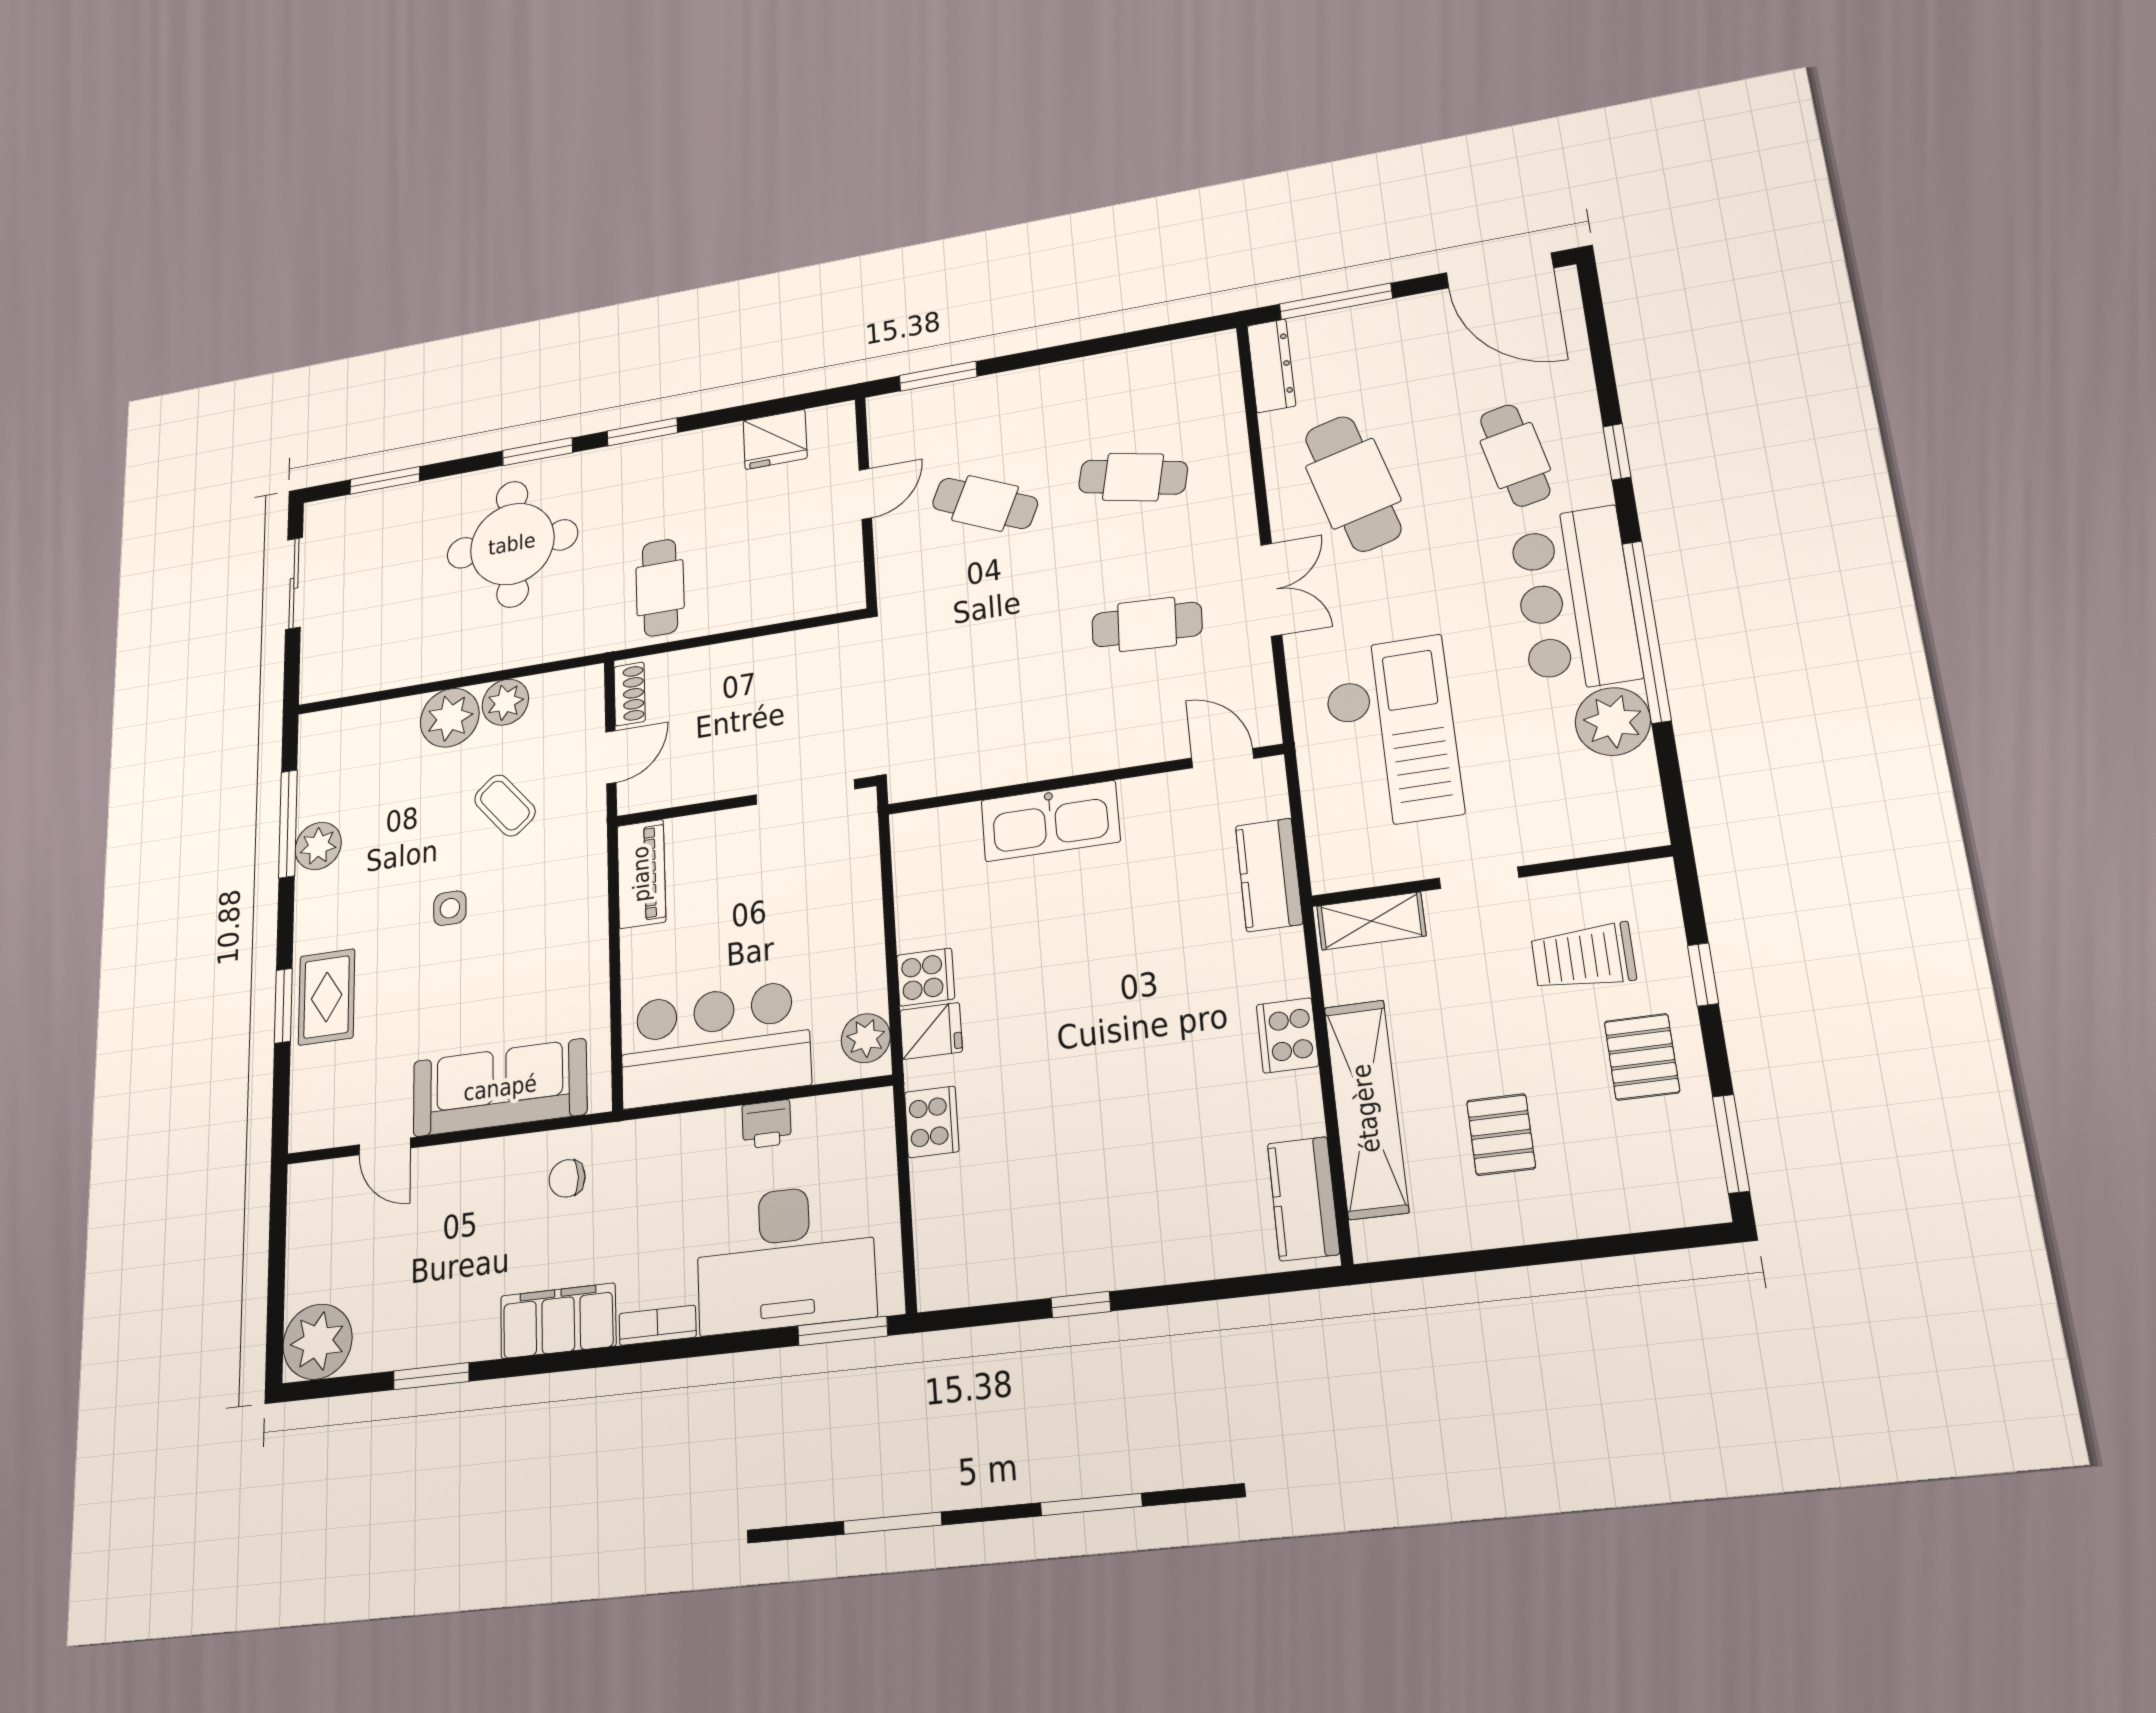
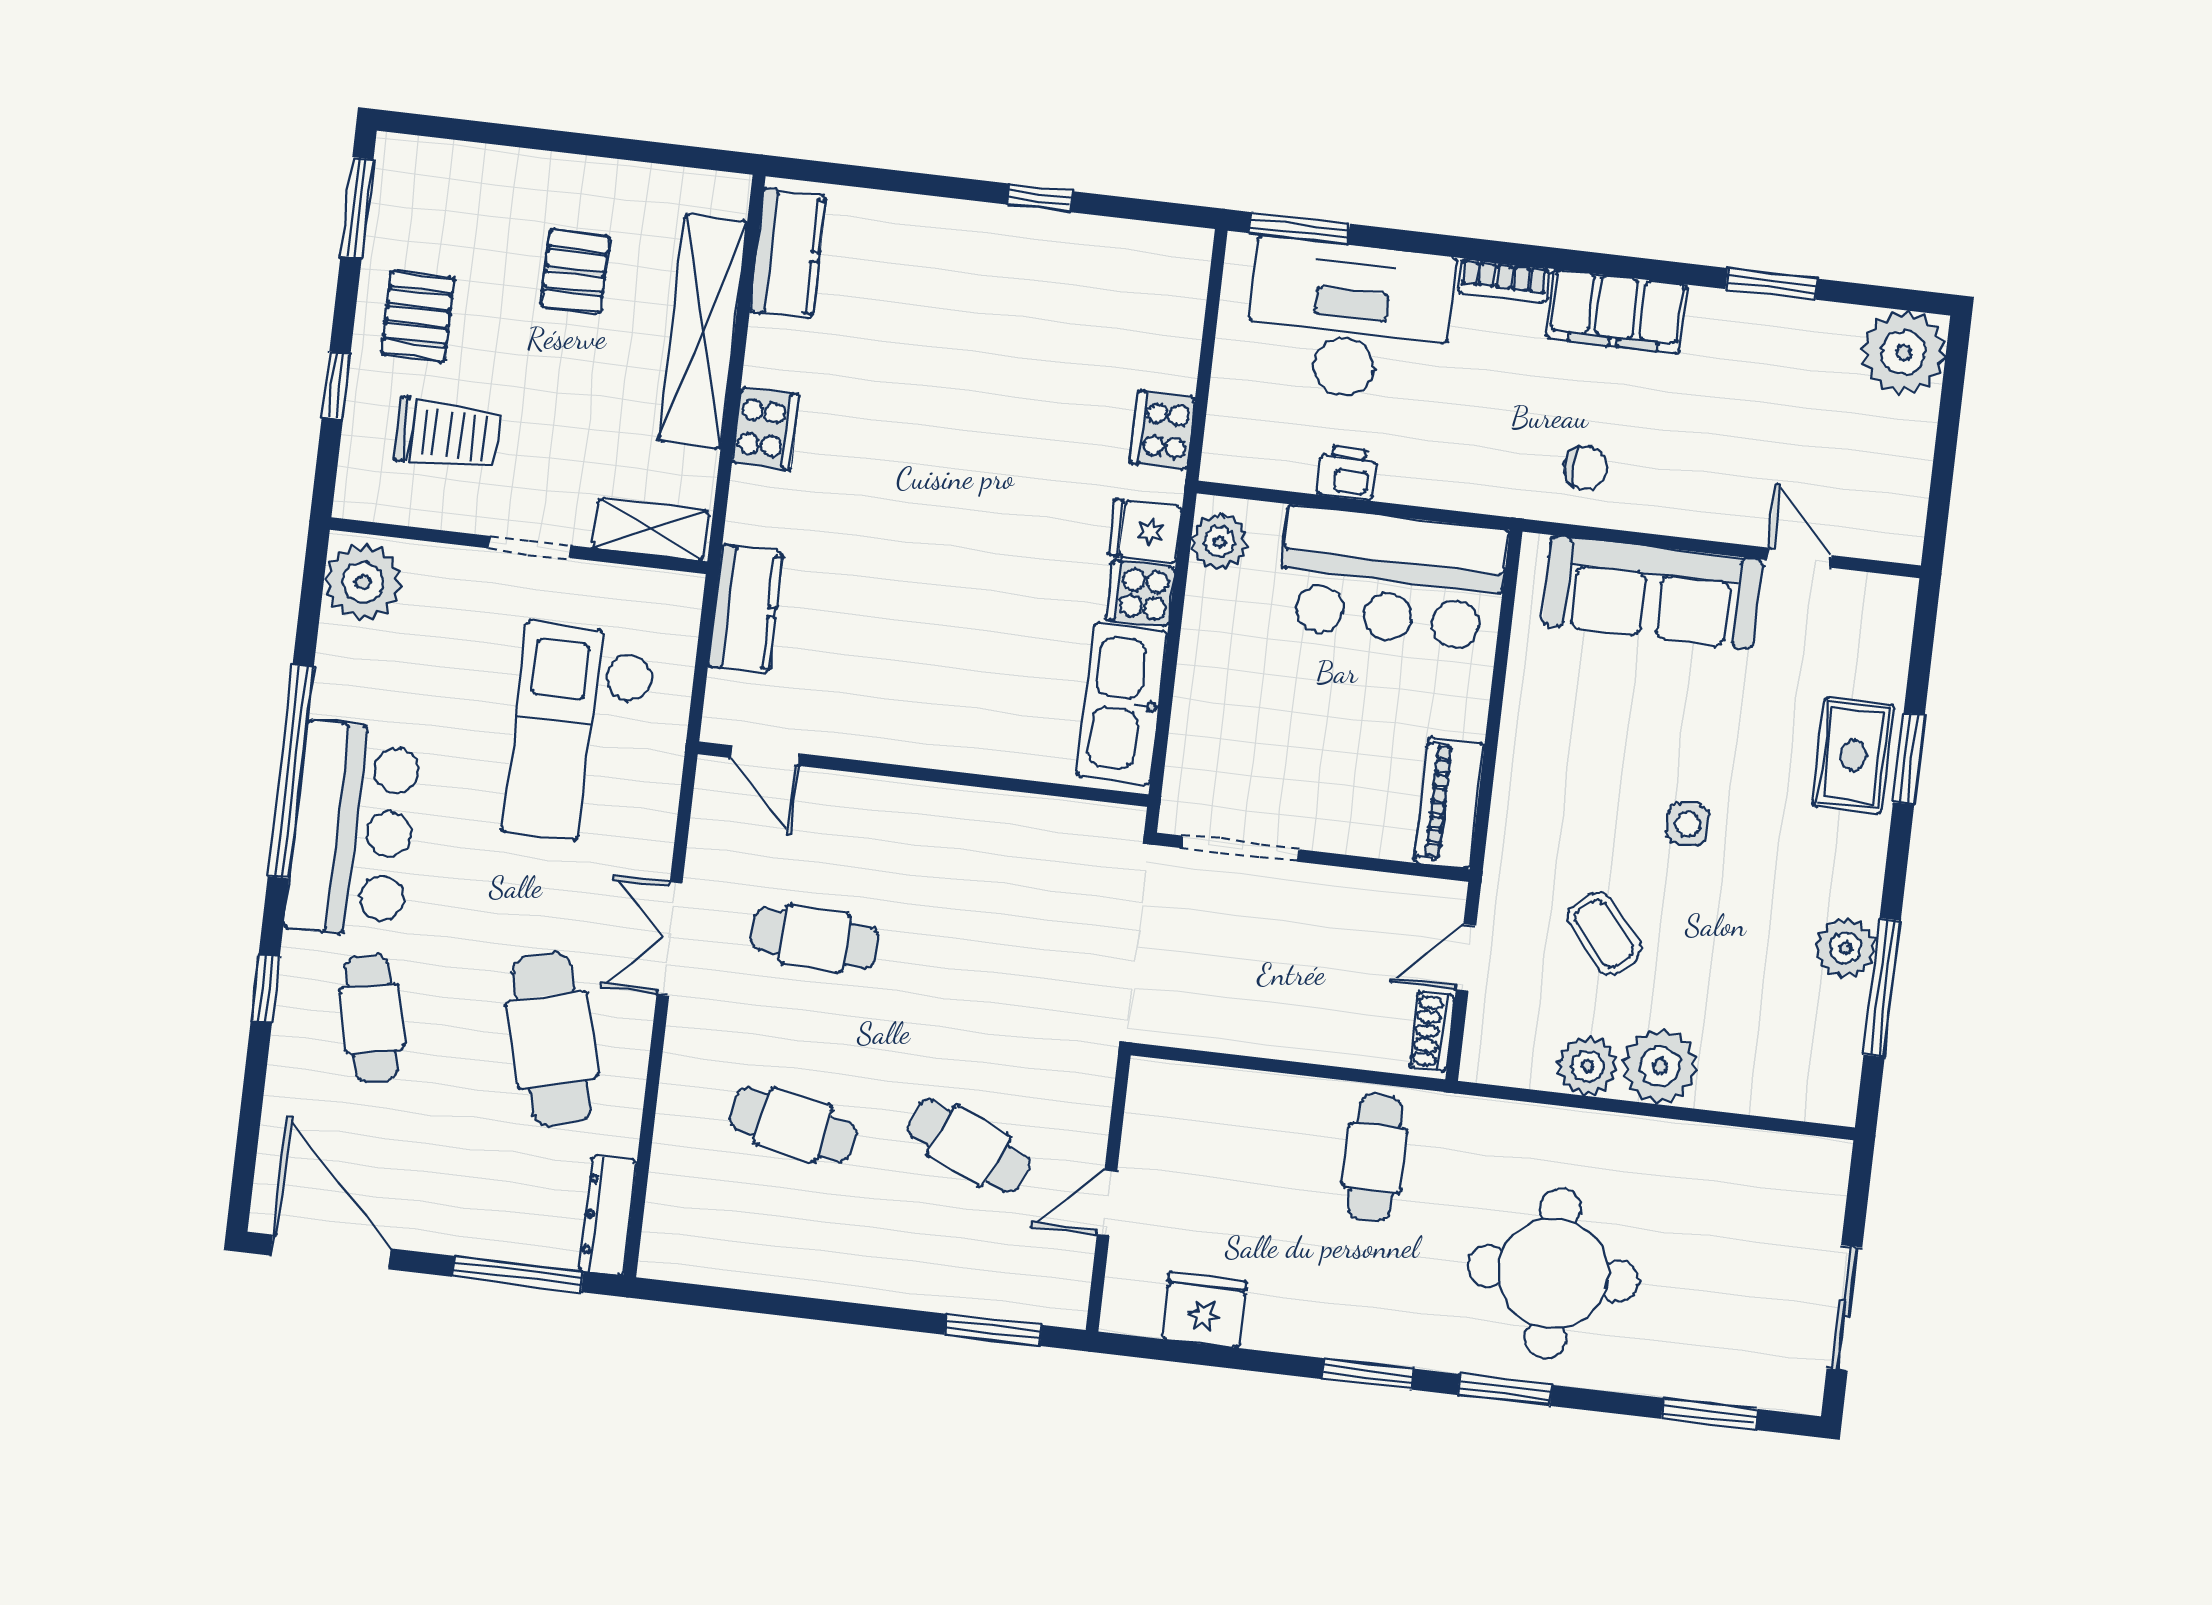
plant: (1613, 721) -> (363, 582), moved
kitchen sink: (1050, 821) -> (1122, 703), moved, turned -90

